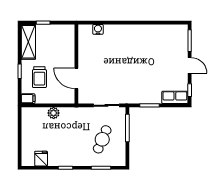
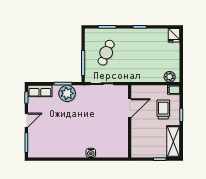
water cooler: (98, 29) -> (91, 153), moved
door: (190, 65) -> (26, 120), swing flipped
door: (76, 78) -> (130, 108), hinge flipped
plant: (145, 95) -> (67, 93), added
plant: (54, 113) -> (170, 77), moved
fridge: (41, 159) -> (174, 35), moved

